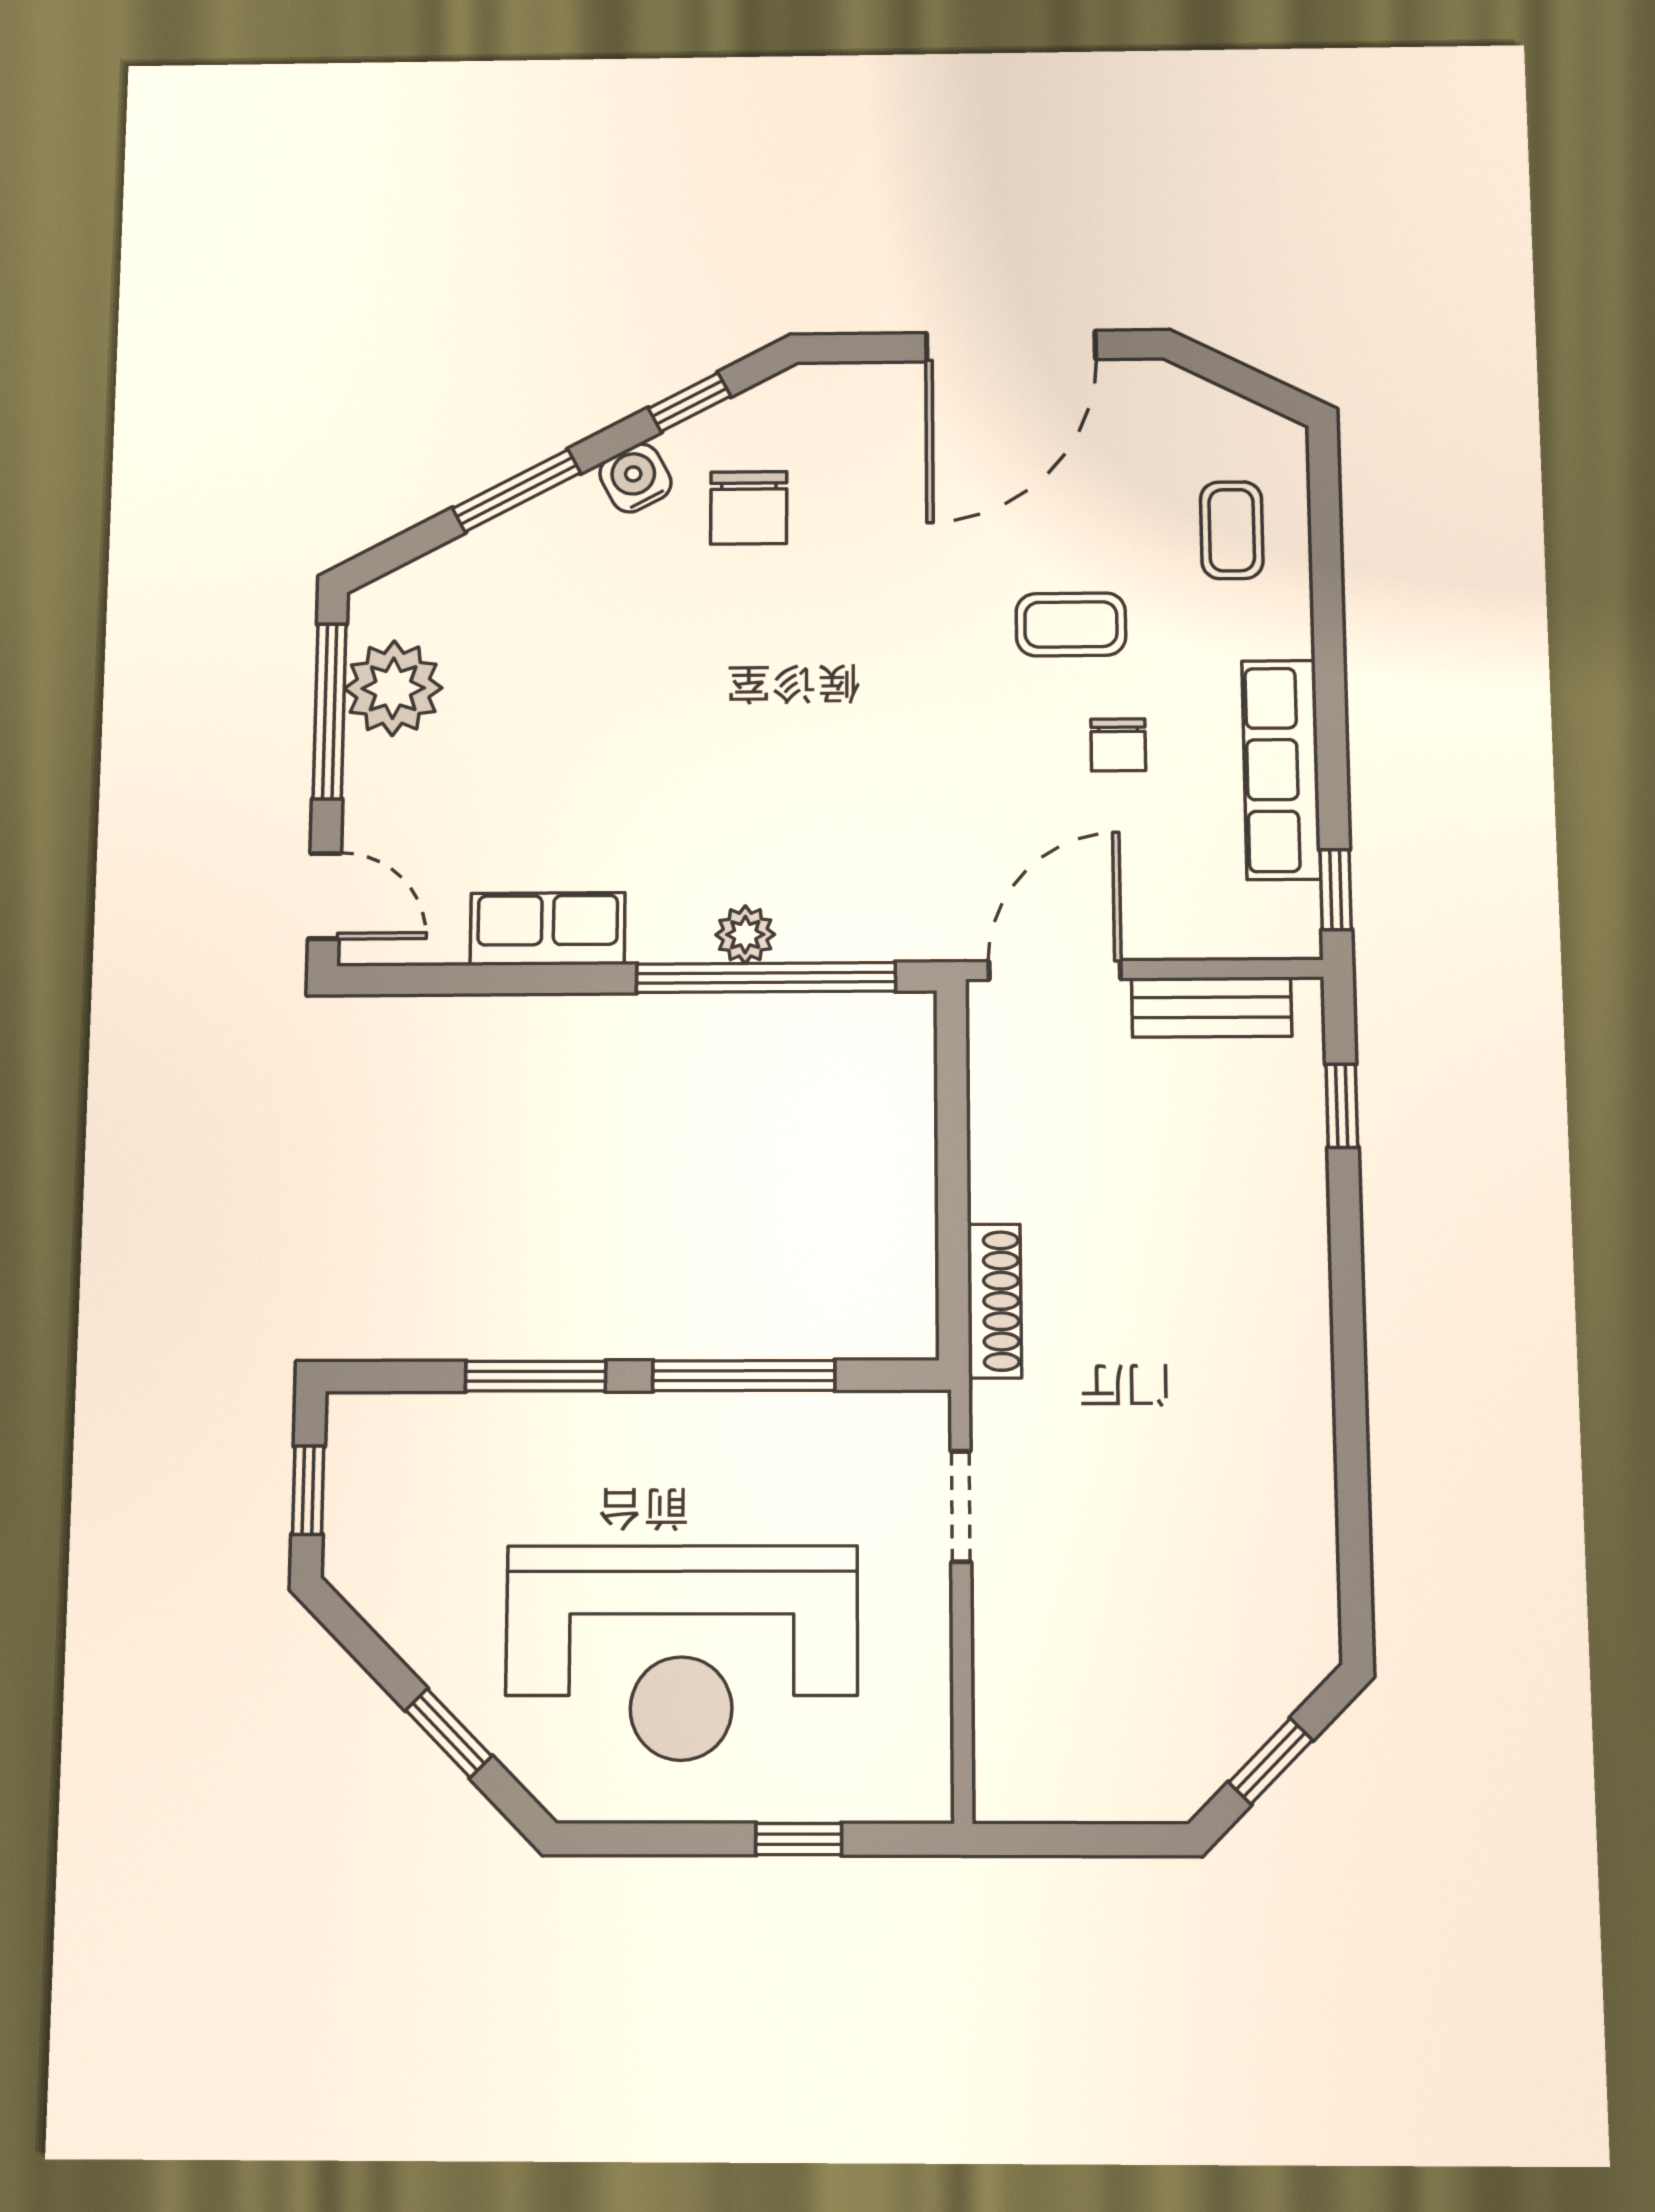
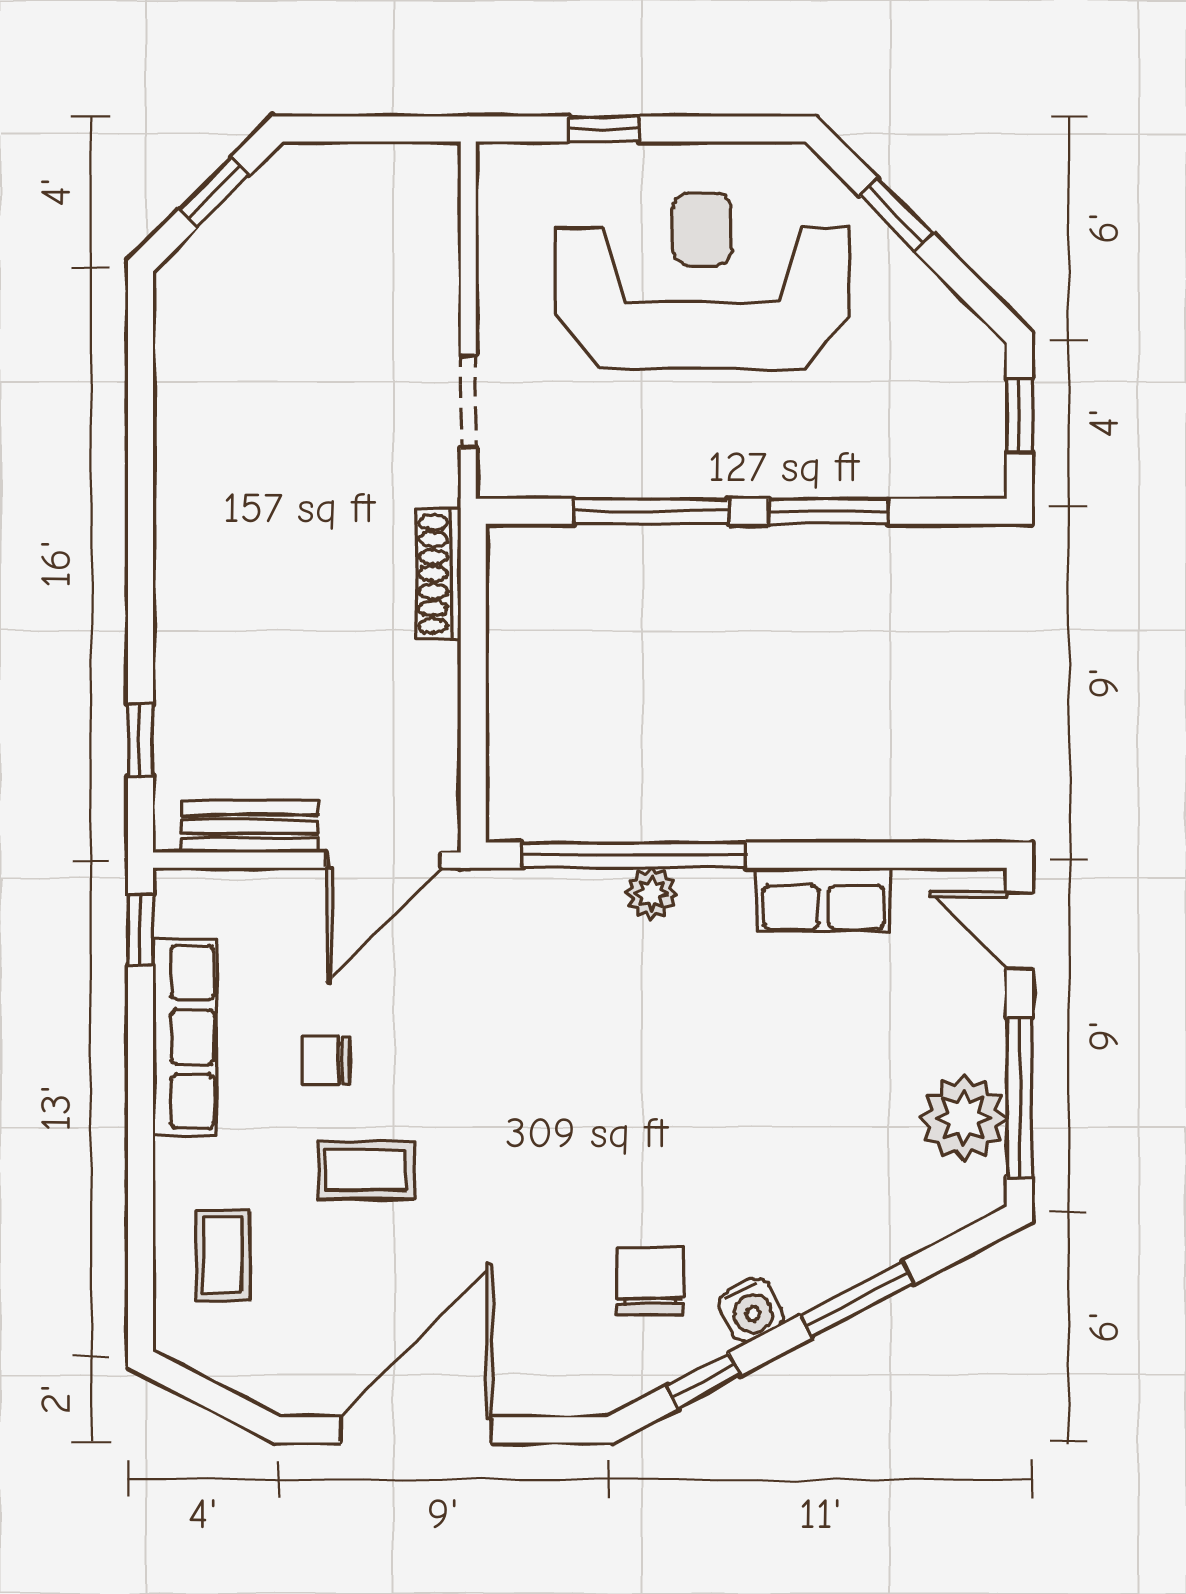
chair: (1118, 745) -> (326, 1060), turned -90

